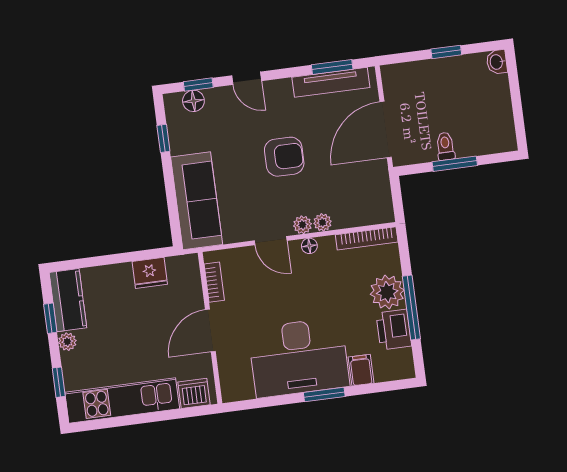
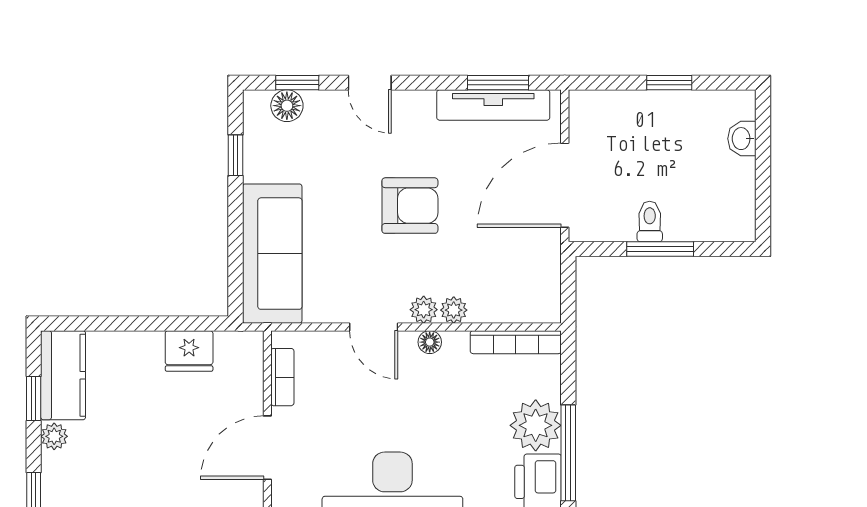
washbasin: (497, 62) -> (742, 139), moved

